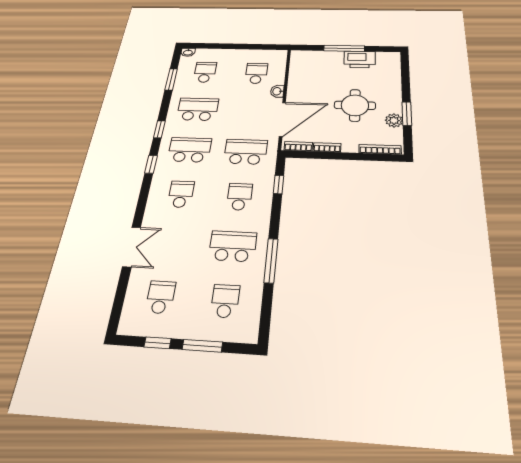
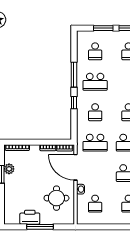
round table: (355, 105) -> (56, 198), moved
door: (282, 119) -> (75, 167), hinge flipped
window: (278, 184) -> (74, 103), moved

